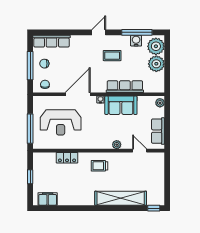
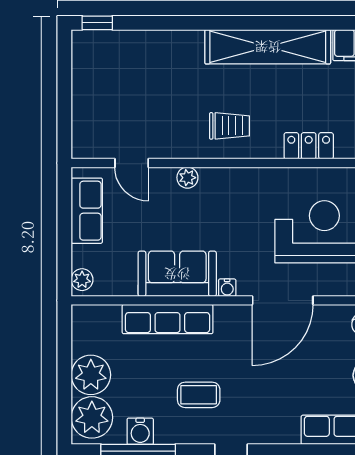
shelving: (121, 198) -> (268, 47), moved

